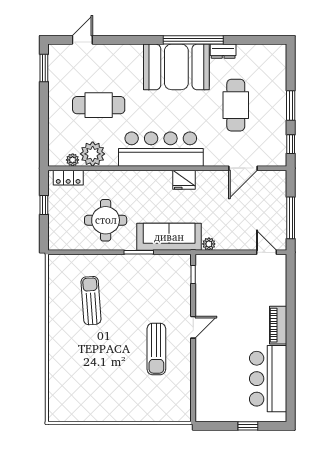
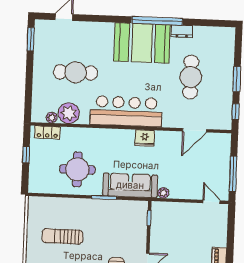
sun lounger: (91, 301) -> (62, 236), turned -86

